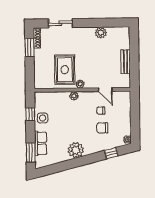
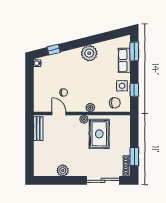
sliding door: (60, 23) -> (103, 180), width x1.37
bench: (126, 62) -> (38, 129), moved
chair: (102, 128) -> (115, 103), moved

